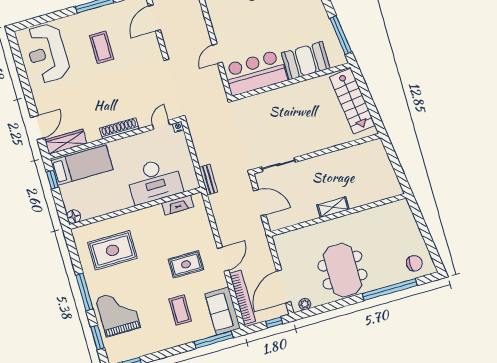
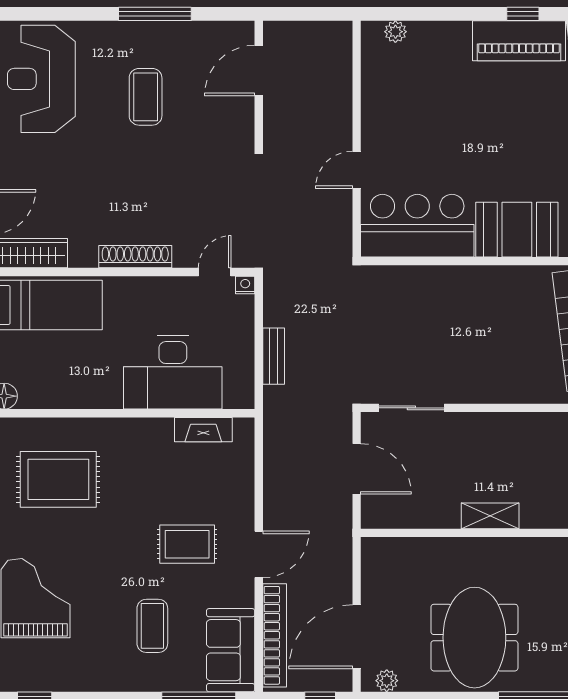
bench: (208, 180) -> (274, 356), moved

